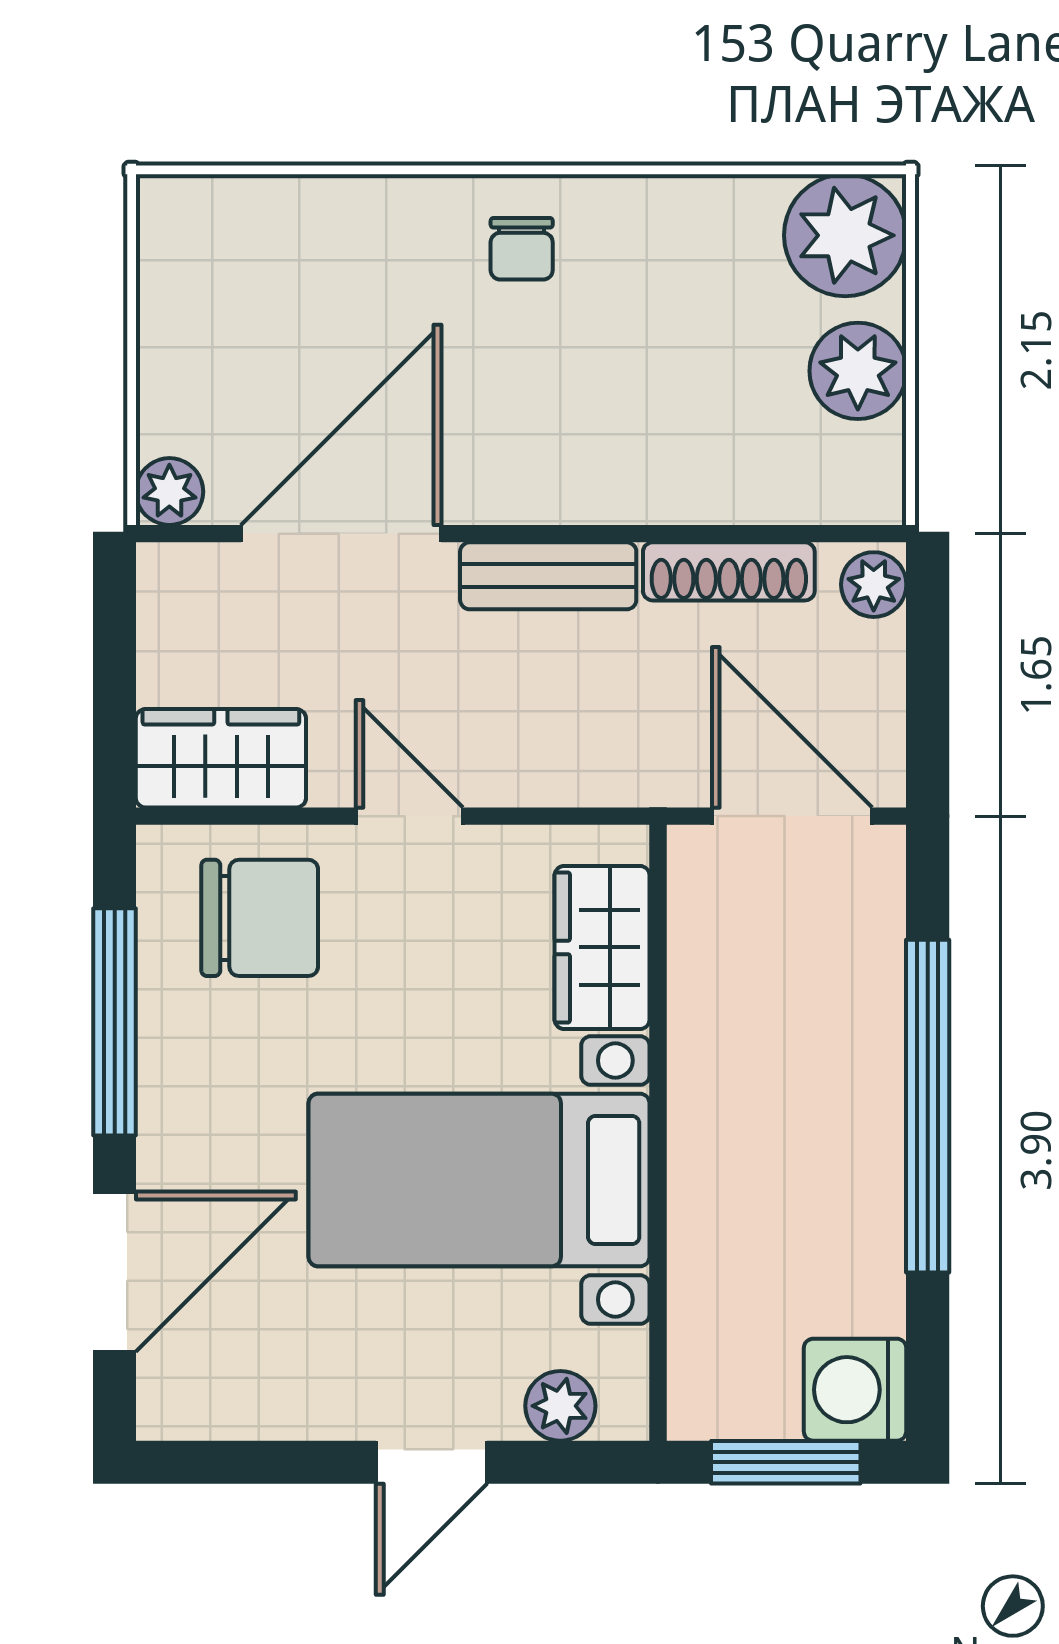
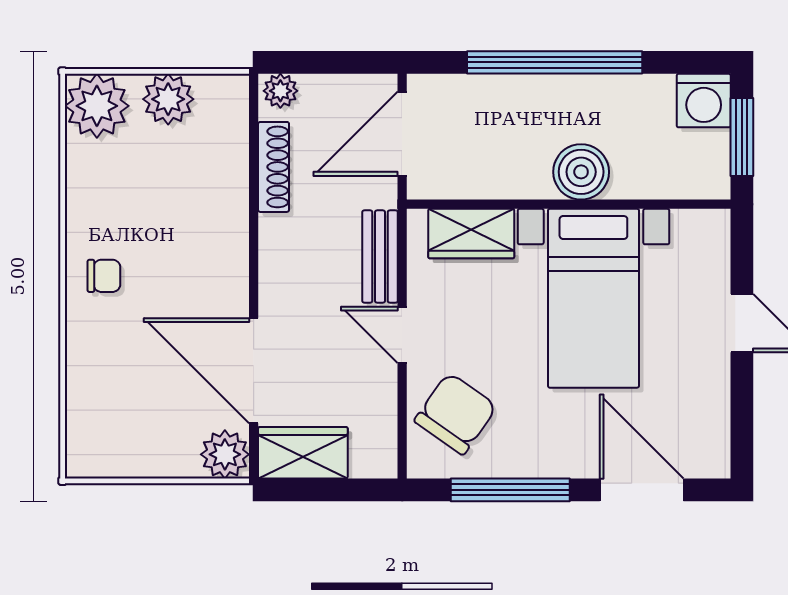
plant: (169, 492) -> (225, 454), width x1.38, depth x1.38
bench: (548, 576) -> (380, 256), moved
wardrobe: (221, 758) -> (303, 453), moved, turned 90
door: (409, 816) -> (402, 335), hinge flipped
chair: (260, 918) -> (456, 414), turned 35
boiler: (719, 1156) -> (581, 172), added
plant: (560, 1406) -> (712, 256), removed

